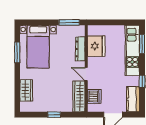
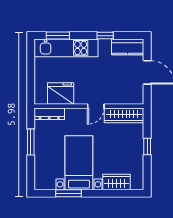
window: (69, 22) -> (31, 142), moved
bed with nightstands: (38, 47) -> (79, 163), moved, turned -90
dresser: (80, 49) -> (49, 114), moved
dishwasher: (94, 96) -> (124, 96), removed

